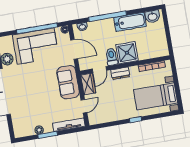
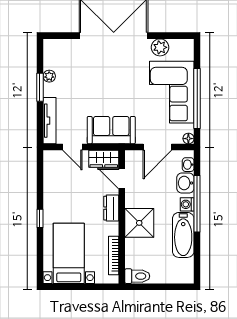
washbasin: (152, 17) -> (185, 183), moved
washing machine: (109, 23) -> (187, 204), added
toilet: (112, 57) -> (137, 276), moved

